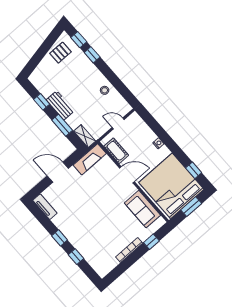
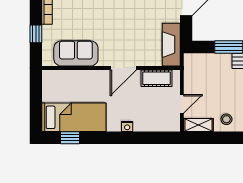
shelving: (85, 136) -> (198, 125), moved
bed: (171, 186) -> (74, 117), width x0.49
window: (191, 207) -> (36, 104), removed

